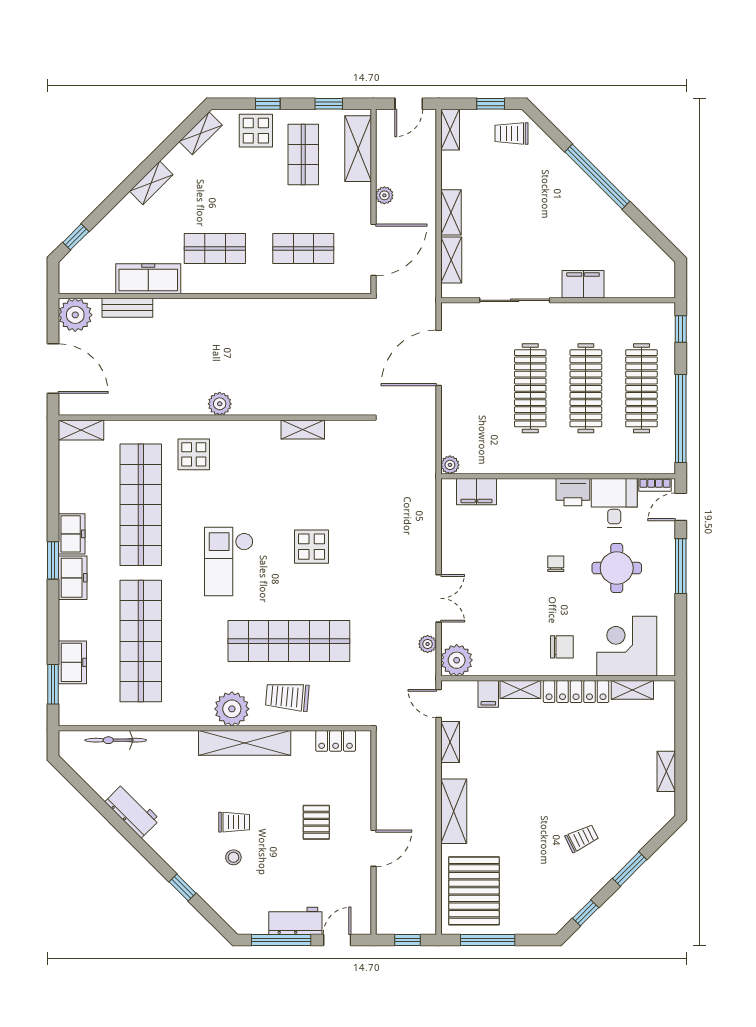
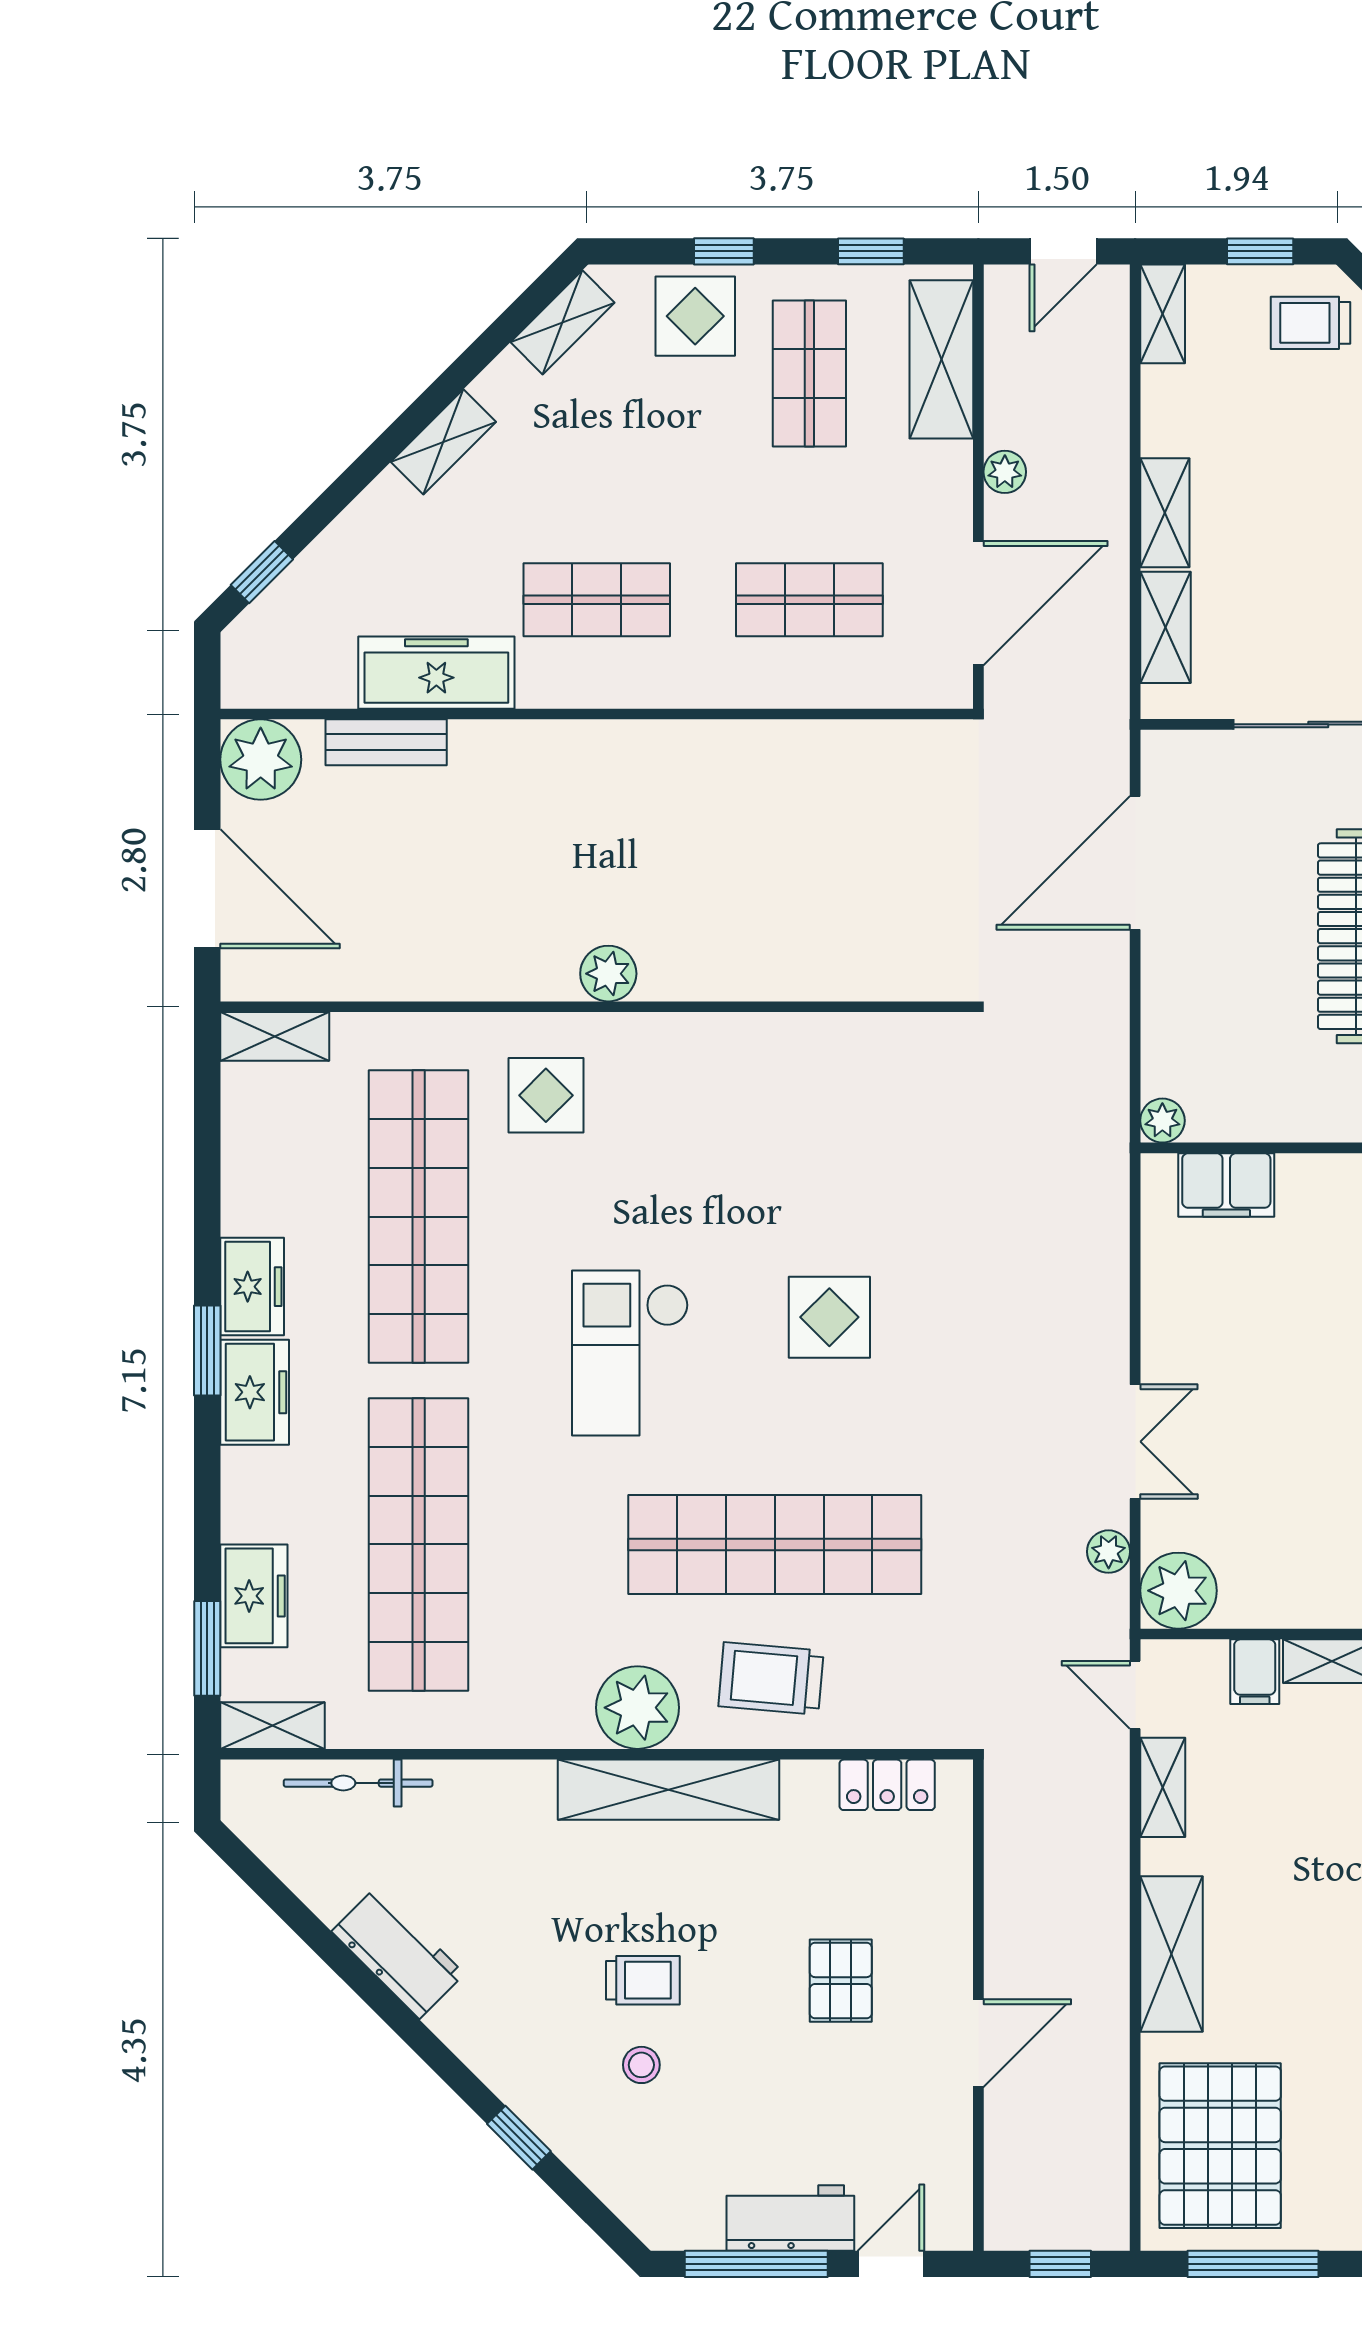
shelving: (303, 430) -> (272, 1726), moved

